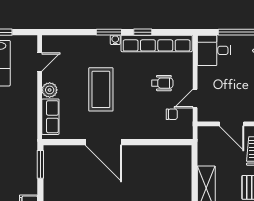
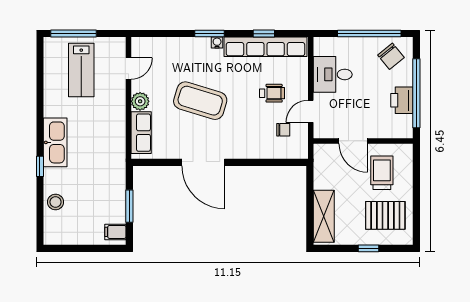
window: (143, 32) -> (264, 34), moved
desk: (214, 50) -> (333, 74), moved
coffee table: (101, 89) -> (200, 101), turned -73
window: (40, 164) -> (129, 206), moved

